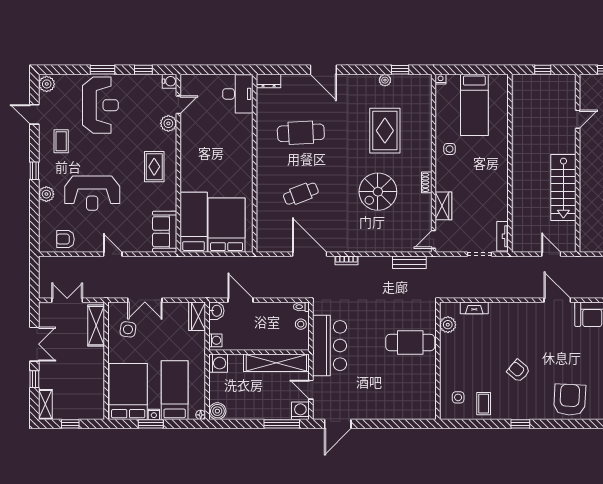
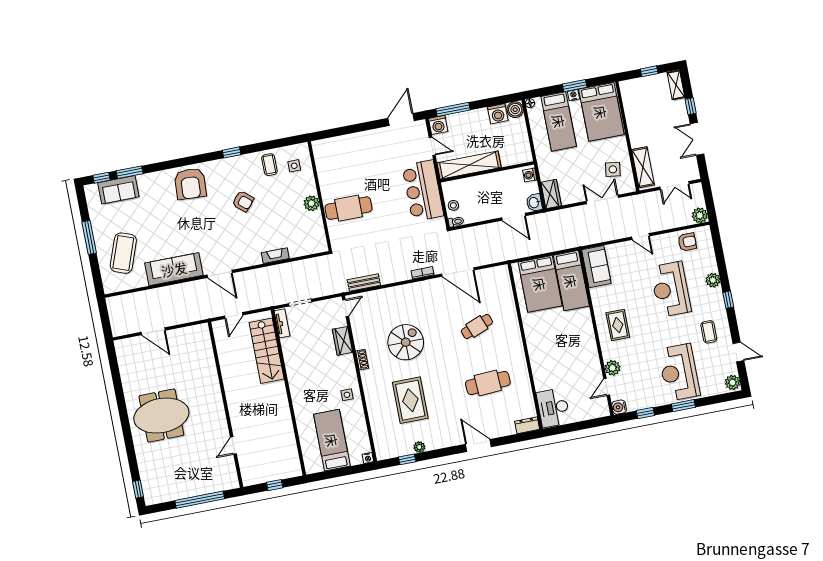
stairs: (563, 188) -> (267, 351), moved, turned 180
reception desk: (92, 193) -> (671, 289), turned -90
door: (551, 254) -> (234, 316), hinge flipped
plant: (47, 264) -> (700, 215), added
fireplace: (474, 308) -> (275, 256), moved
plant: (448, 325) -> (311, 203), moved
washing machine: (218, 363) -> (498, 114), moved, turned -90

